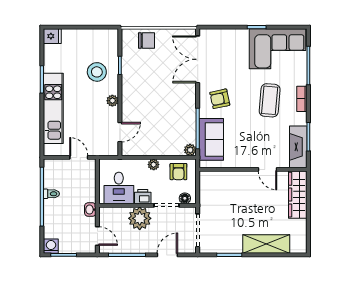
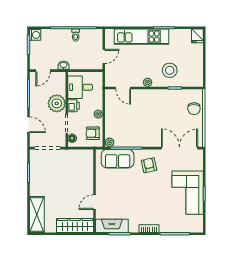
corner sofa: (277, 49) -> (188, 193), moved
coffee table: (270, 100) -> (148, 204), removed
shelving: (266, 244) -> (37, 215), moved

